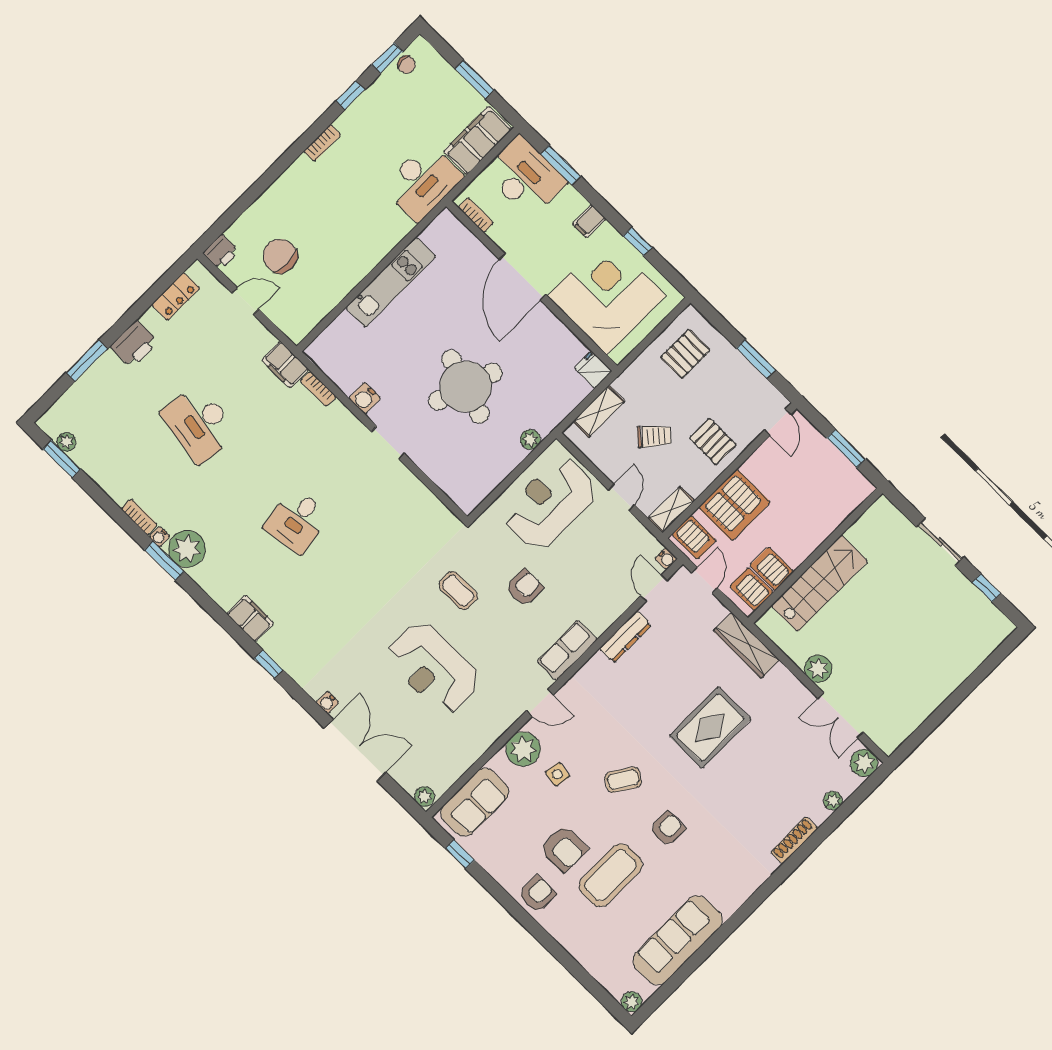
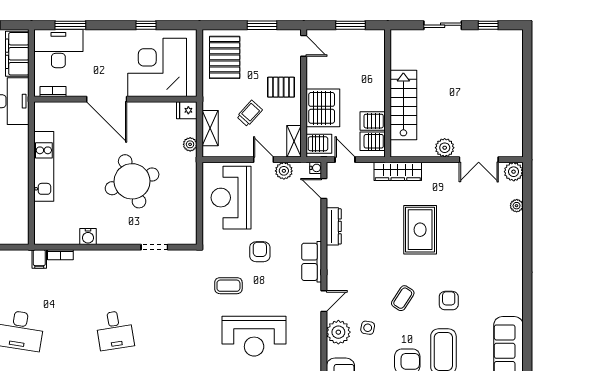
filing cabinet: (589, 221) -> (112, 39), removed
pallet: (685, 354) -> (225, 57), width x1.50, depth x1.42
filing cabinet: (285, 365) -> (39, 259), width x0.50
round table: (465, 387) -> (132, 181), turned -37
plant: (530, 440) -> (190, 144), moved
doorway: (388, 443) -> (154, 247), moved
plant: (631, 529) -> (284, 171), added
shoe rack: (794, 840) -> (517, 244), removed

